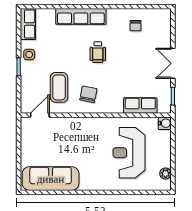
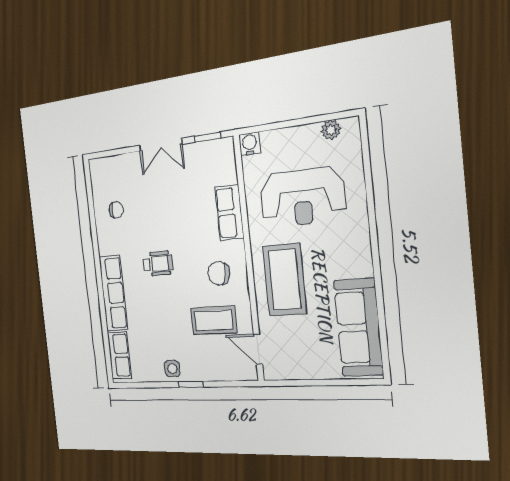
row of seats: (28, 24) -> (119, 355), moved, turned 90
row of seats: (140, 106) -> (229, 213), moved
coffee table: (81, 137) -> (285, 280), added

